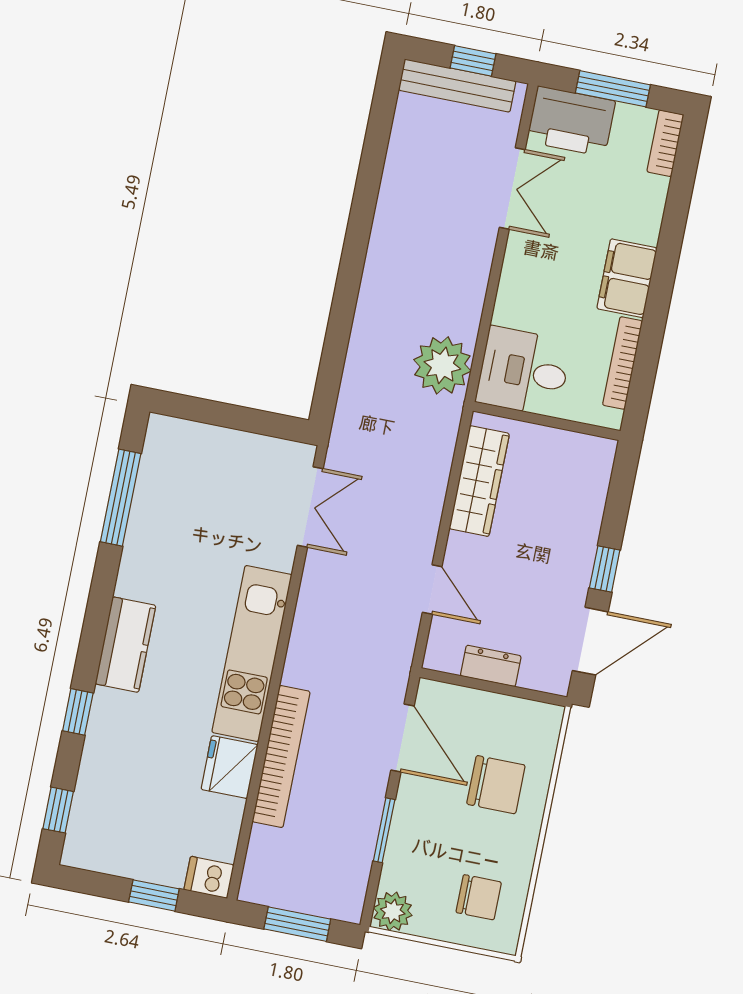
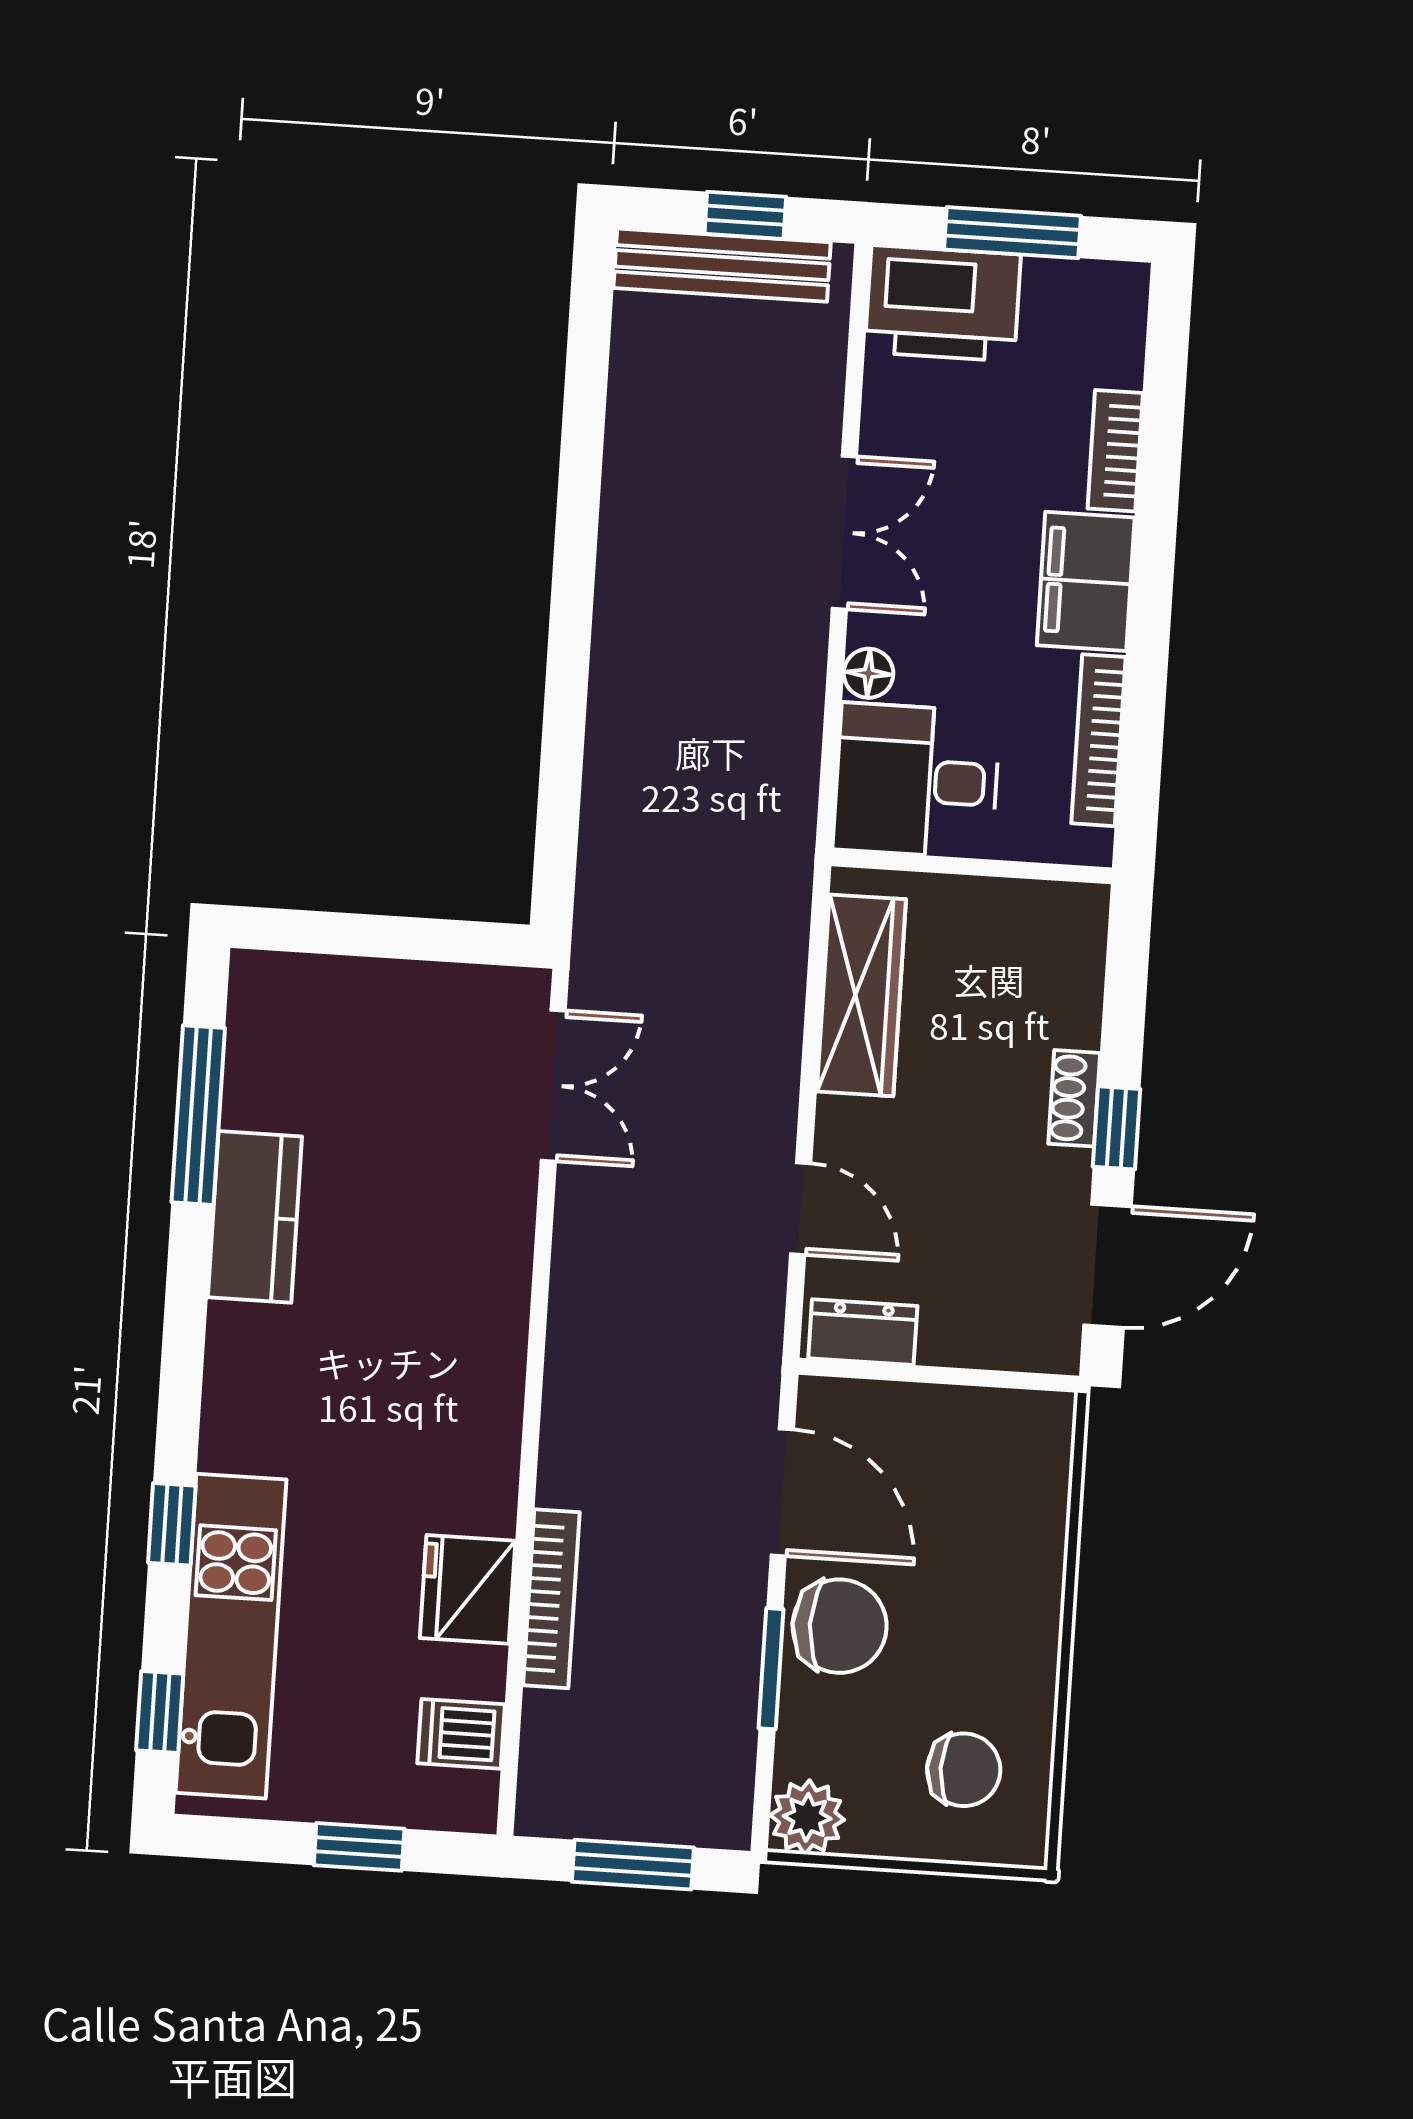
bookcase: (665, 143) -> (1115, 451), moved
double door: (512, 189) -> (844, 533), moved
floor lamp: (506, 311) -> (869, 673), added
plant: (442, 365) -> (764, 789), removed
shoe rack: (584, 550) -> (1074, 1098), added
kitchen counter: (125, 645) -> (255, 1217), moved
kitchen unit: (252, 653) -> (231, 1636), moved, turned 180
dresser: (491, 666) -> (863, 1332), moved
bookcase: (281, 756) -> (551, 1599), width x0.68, depth x0.76
chair: (496, 785) -> (840, 1626), moved
dishwasher: (209, 877) -> (461, 1734), moved

